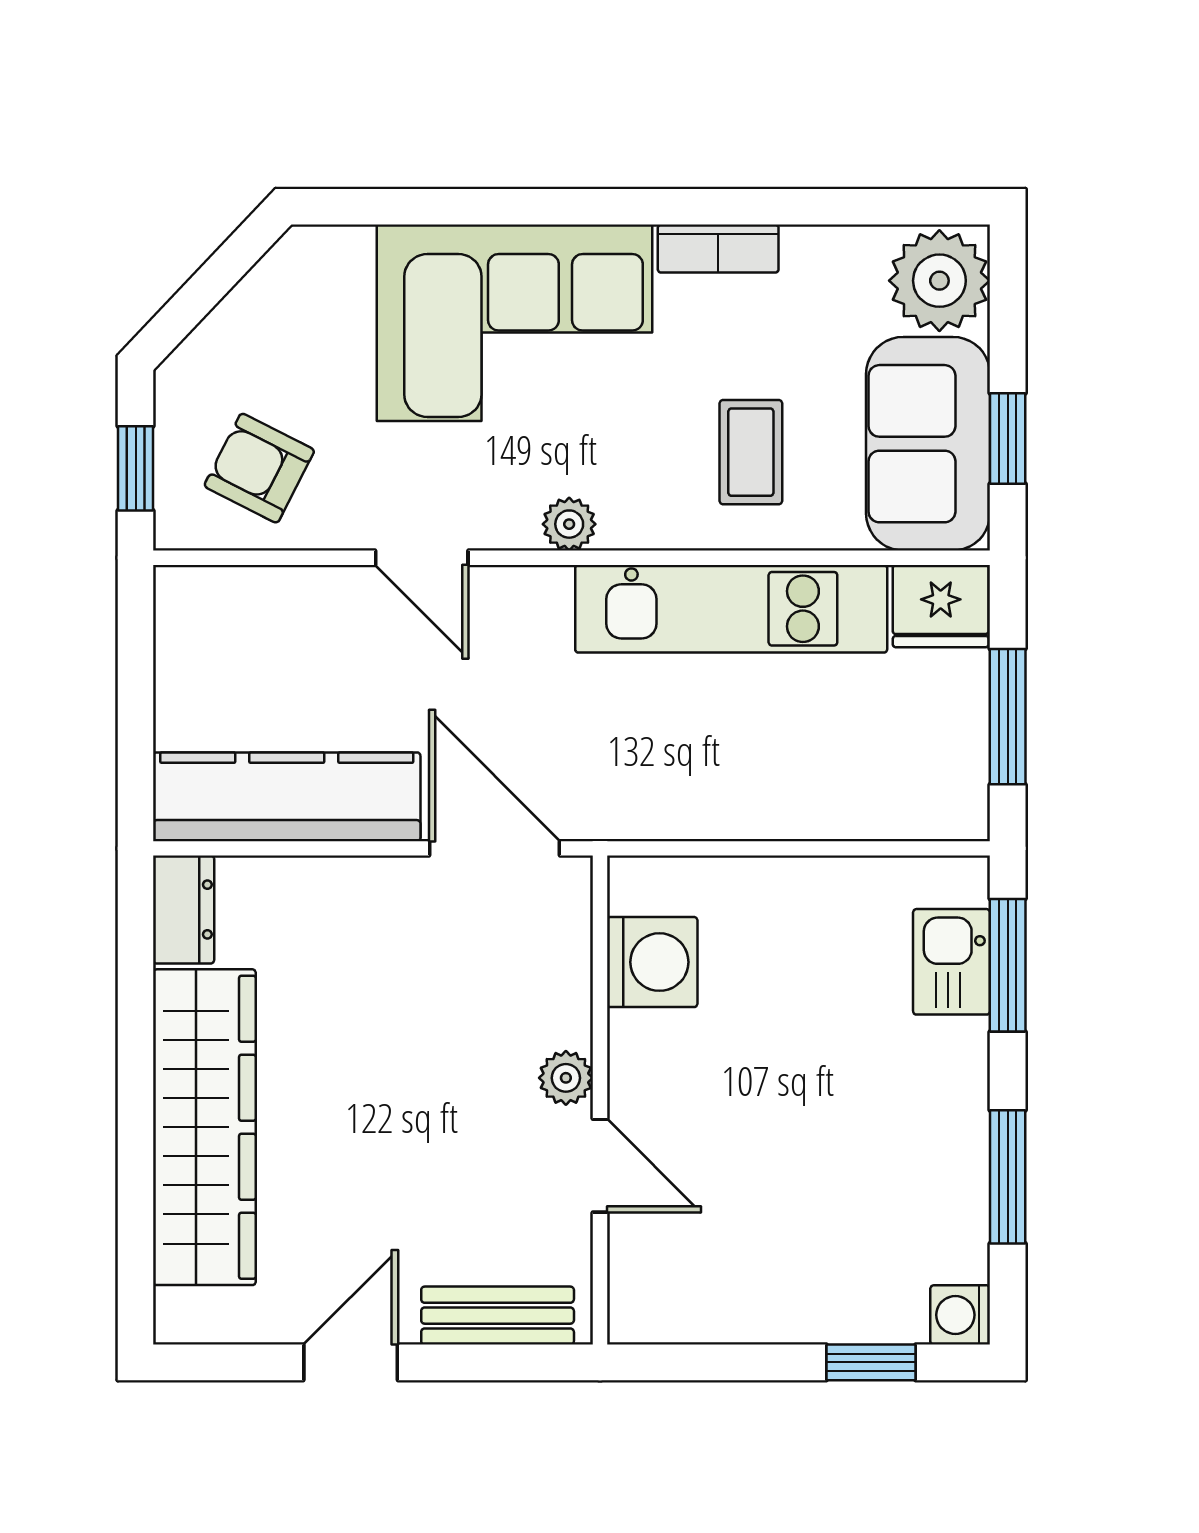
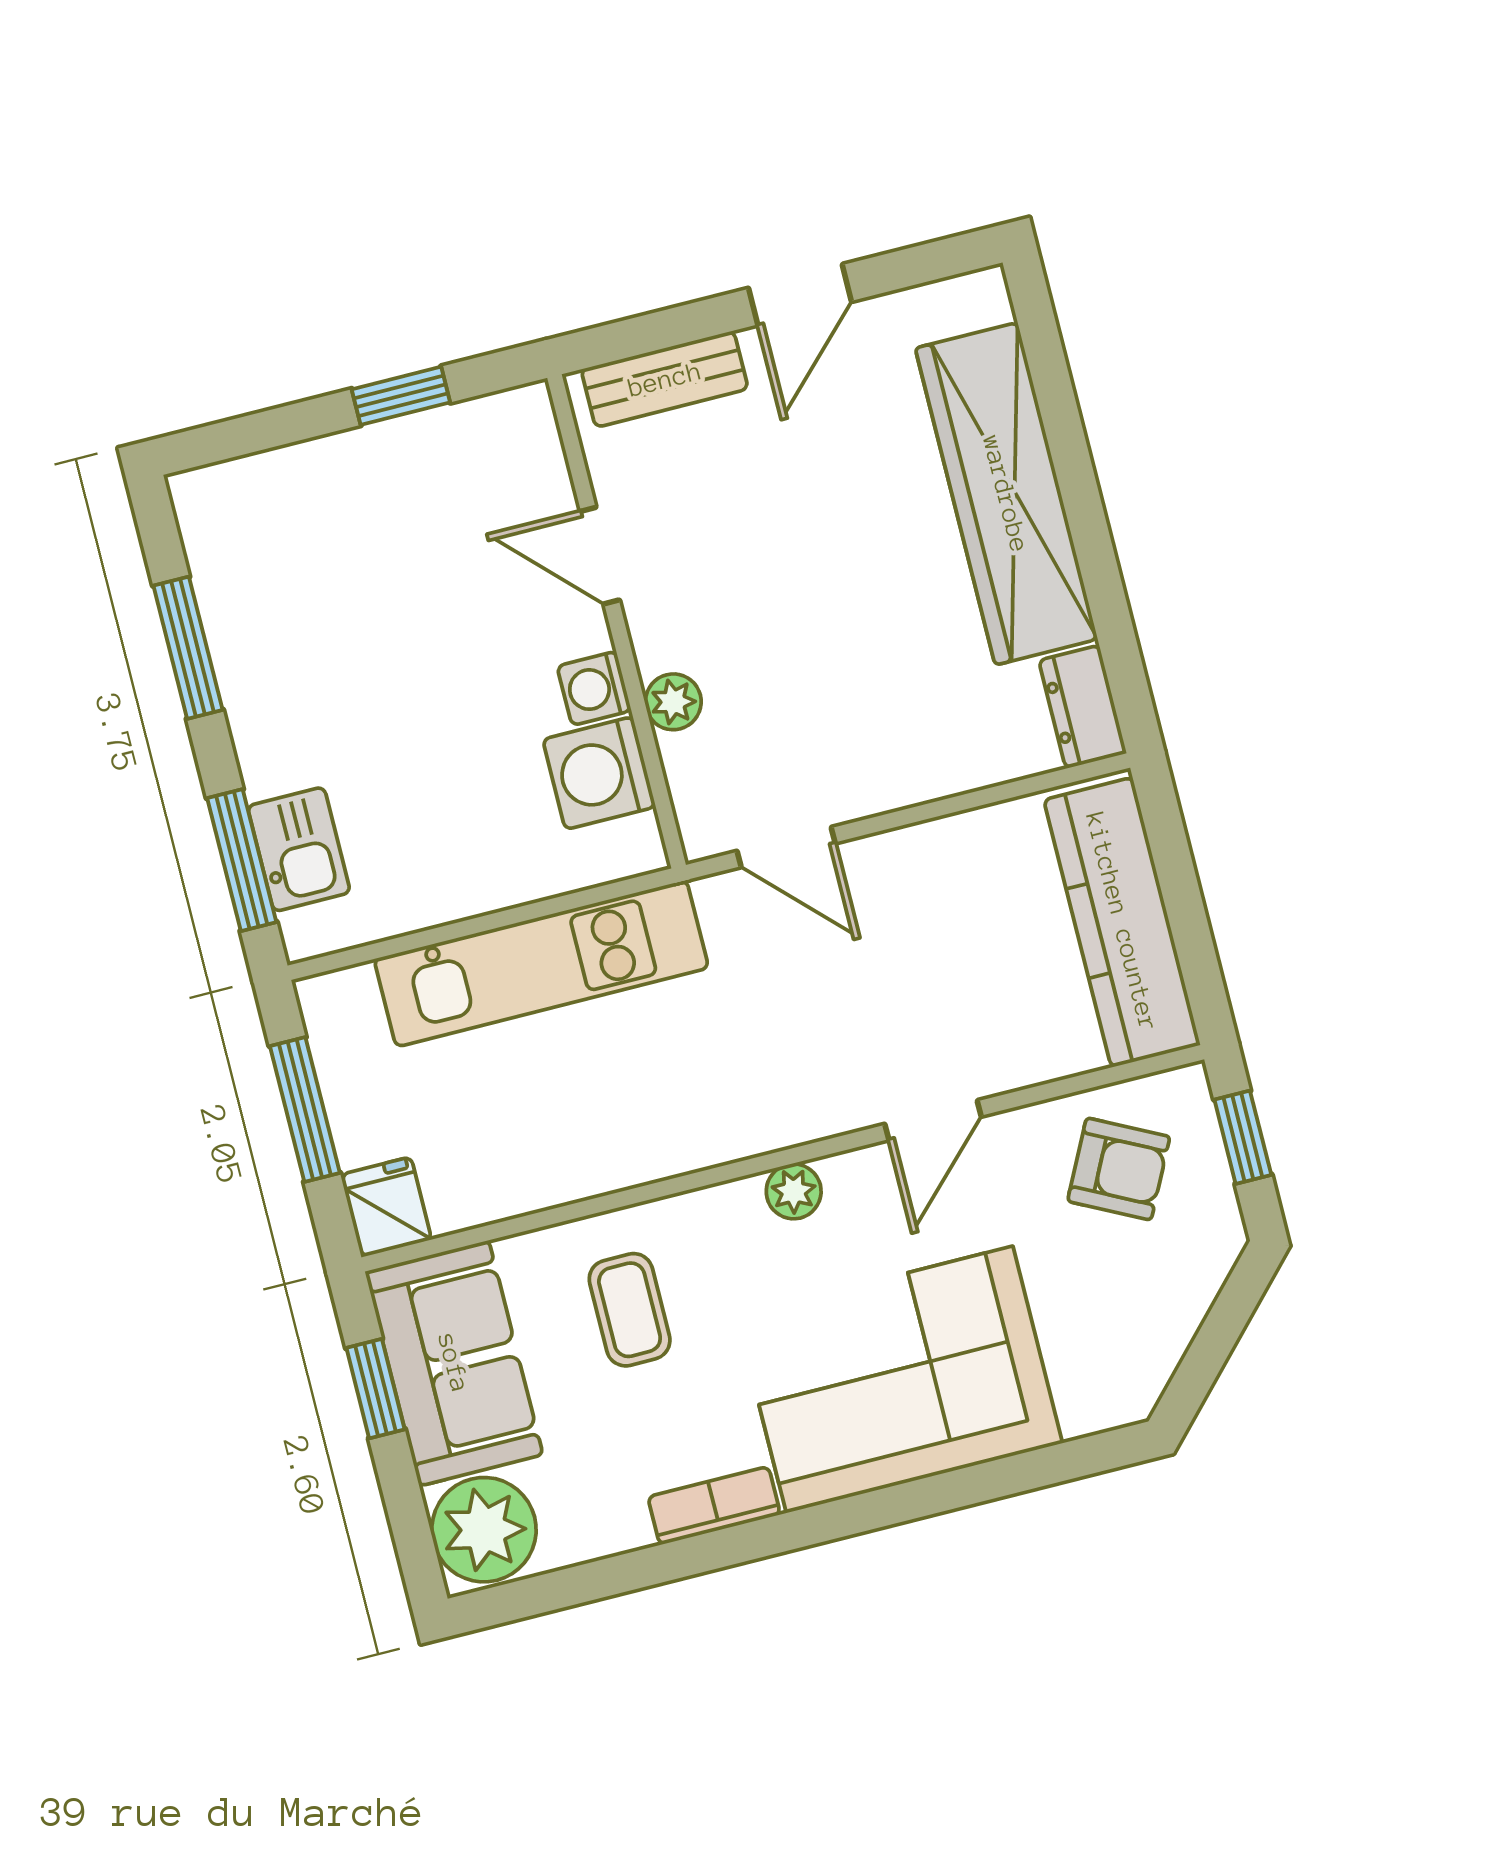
door: (422, 558) -> (933, 1120), swing flipped
fridge: (941, 606) -> (387, 1207), width x0.72
kitchen unit: (731, 609) -> (541, 964), moved, turned 180
kitchen counter: (287, 797) -> (1122, 922), moved, turned 90
door: (495, 848) -> (786, 847), width x0.73
plant: (566, 1078) -> (673, 702), moved
washing machine: (960, 1315) -> (594, 688), moved, turned 180
window: (871, 1362) -> (401, 396), moved

